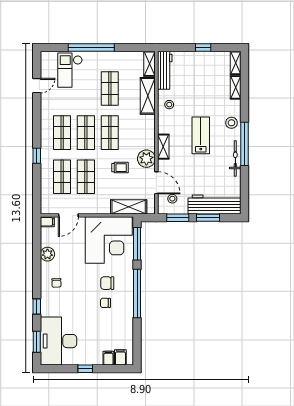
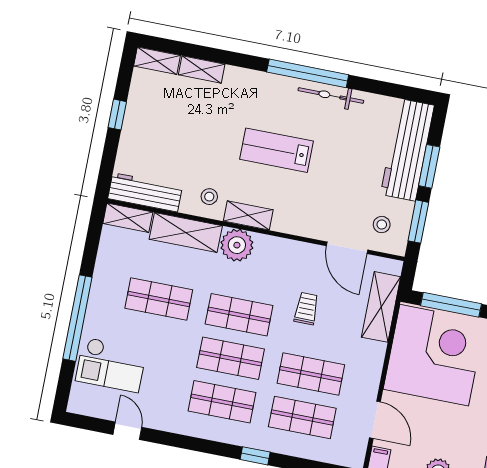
stool: (231, 123) -> (265, 90), removed
shelving: (163, 147) -> (248, 215), moved
plant: (146, 159) -> (237, 245), moved
door: (156, 183) -> (347, 248), swing flipped

